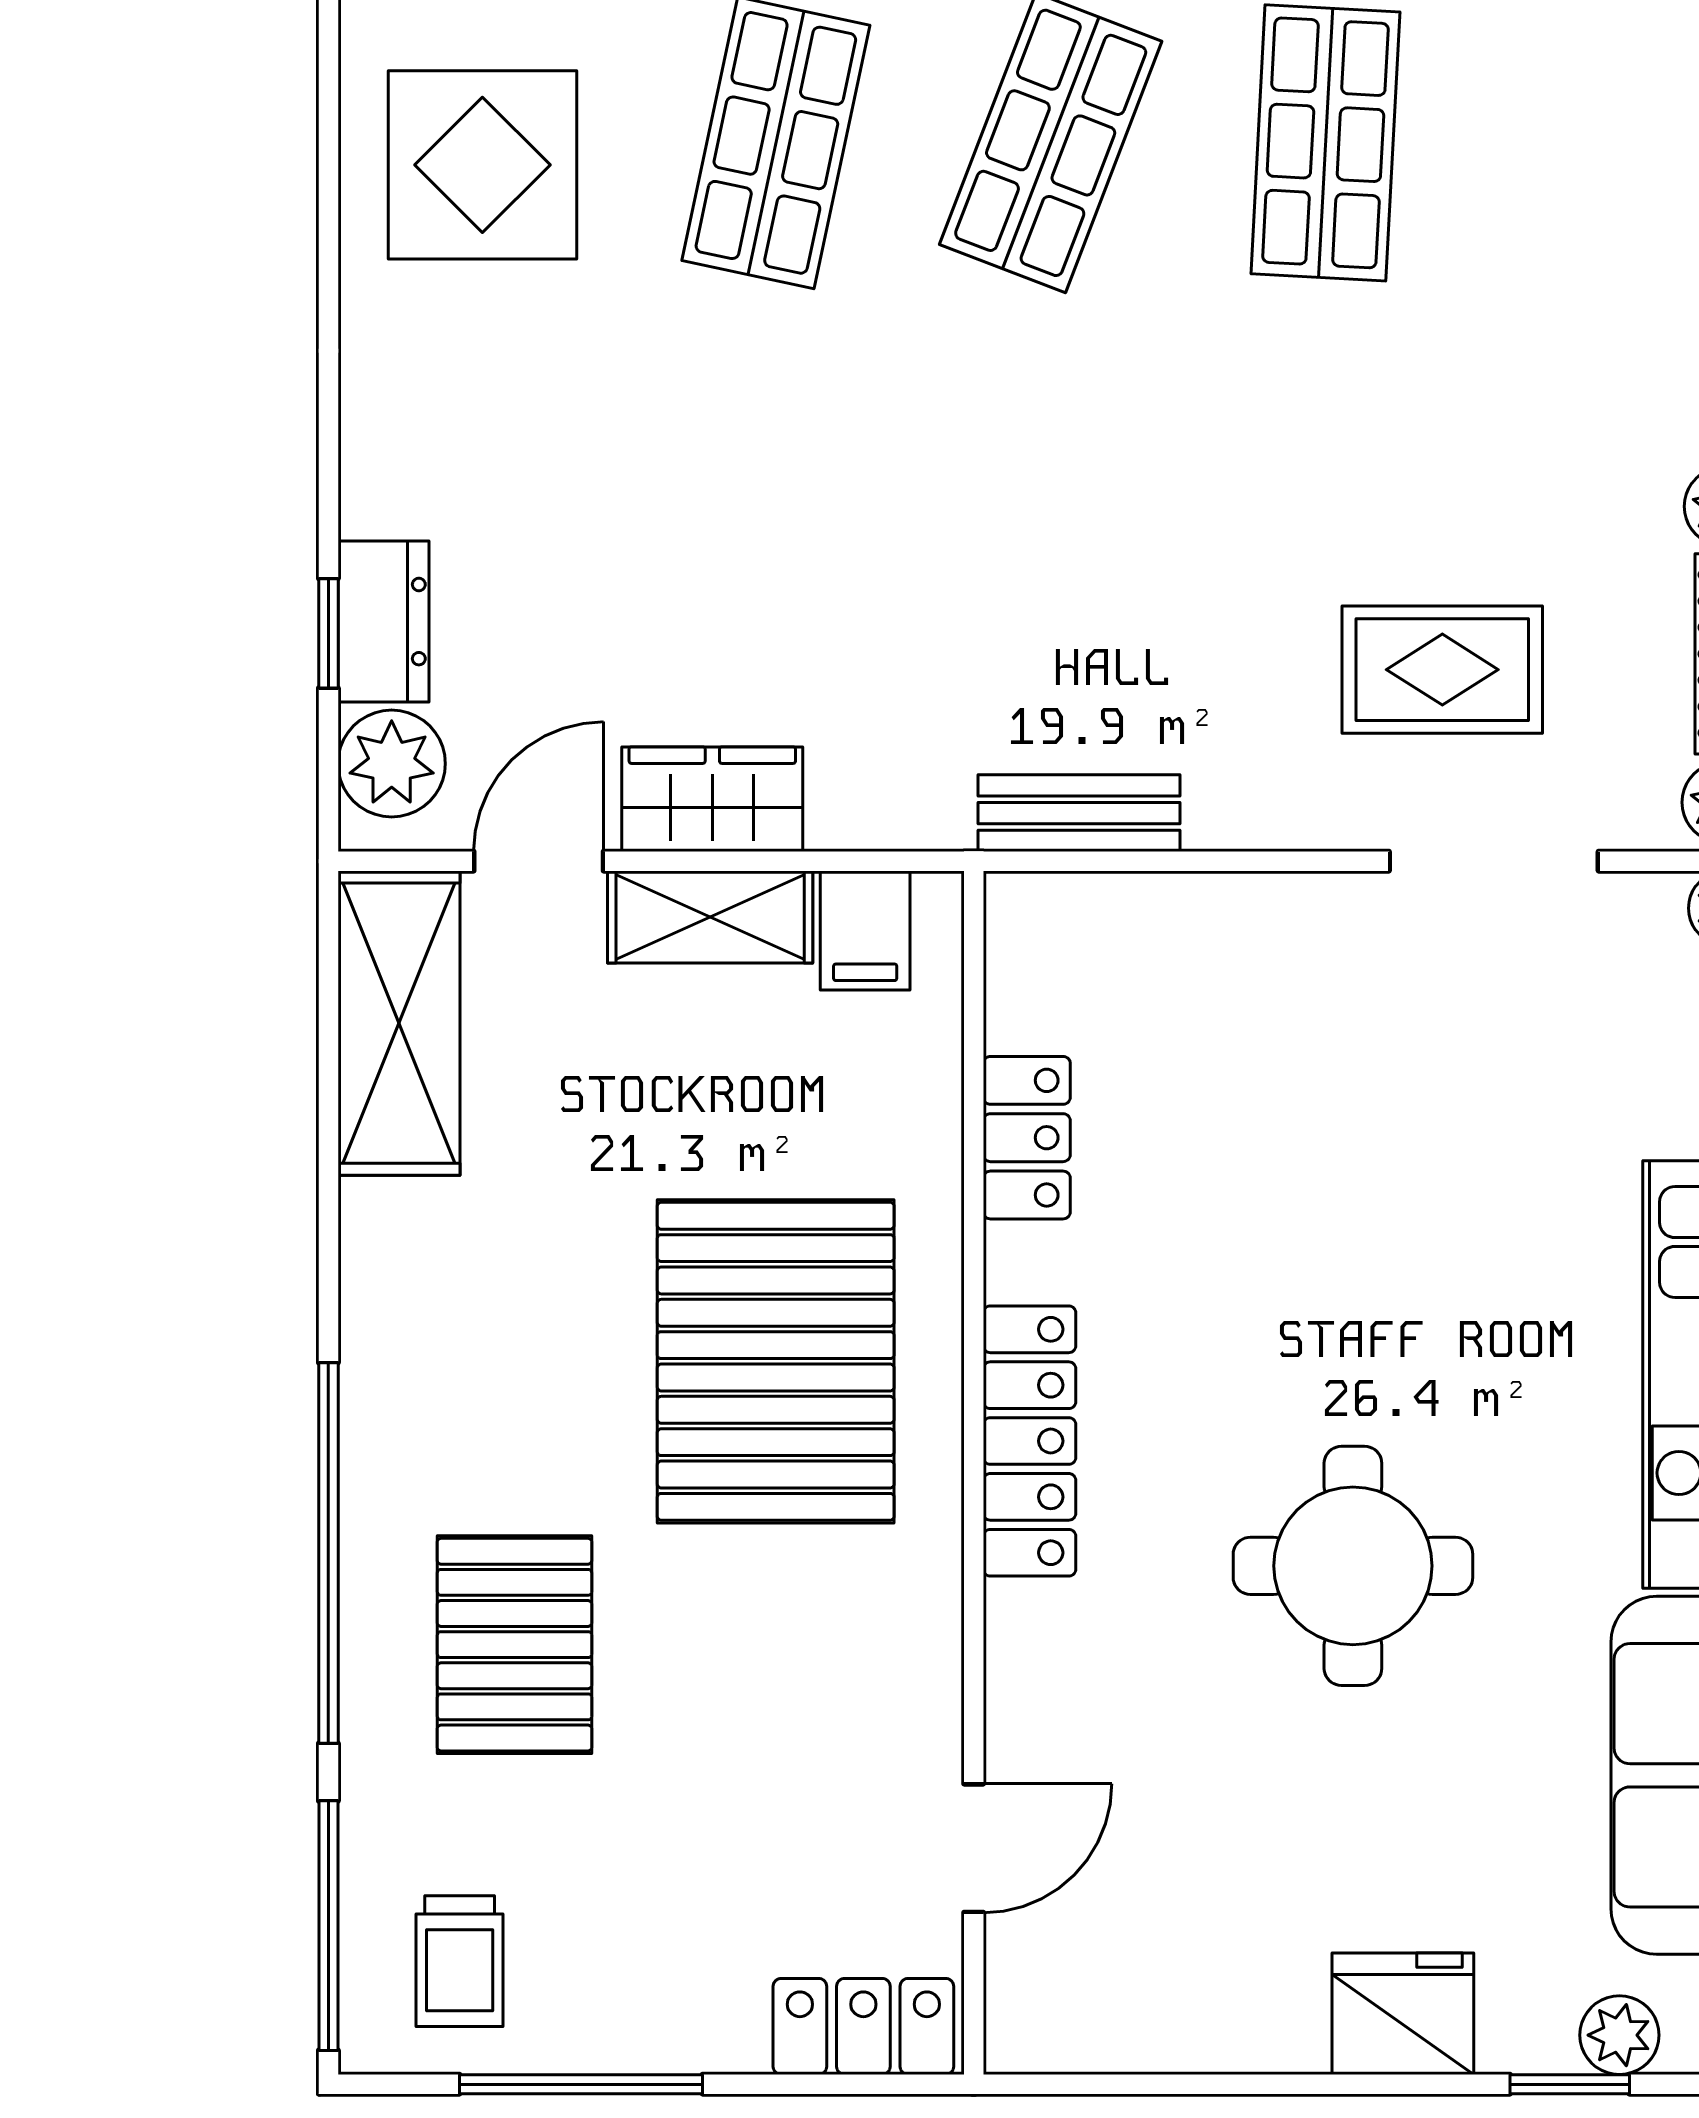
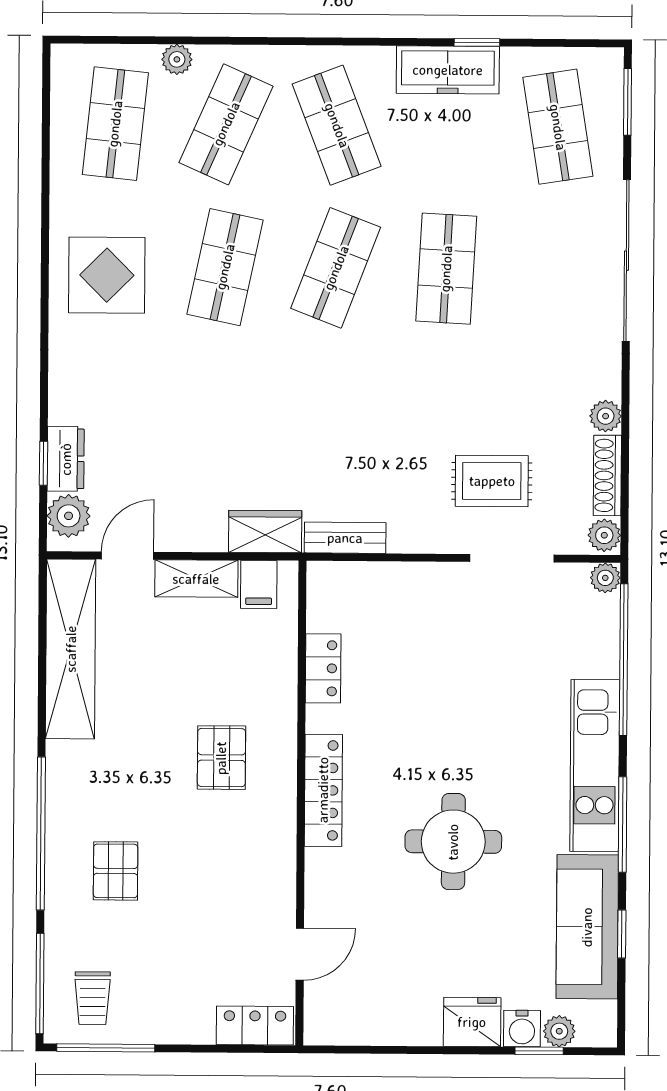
wardrobe: (712, 799) -> (265, 532), moved
shelving: (399, 1023) -> (71, 649), width x1.47
pallet: (776, 1361) -> (221, 758), width x0.49, depth x0.50
pallet: (515, 1645) -> (116, 871), width x0.67, depth x0.71
water cooler: (1527, 2029) -> (522, 1029), added
window: (581, 2084) -> (106, 1048), moved

